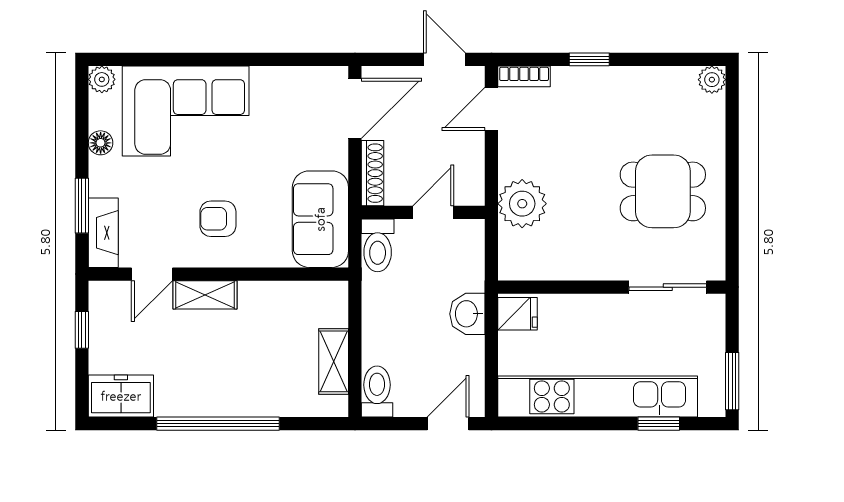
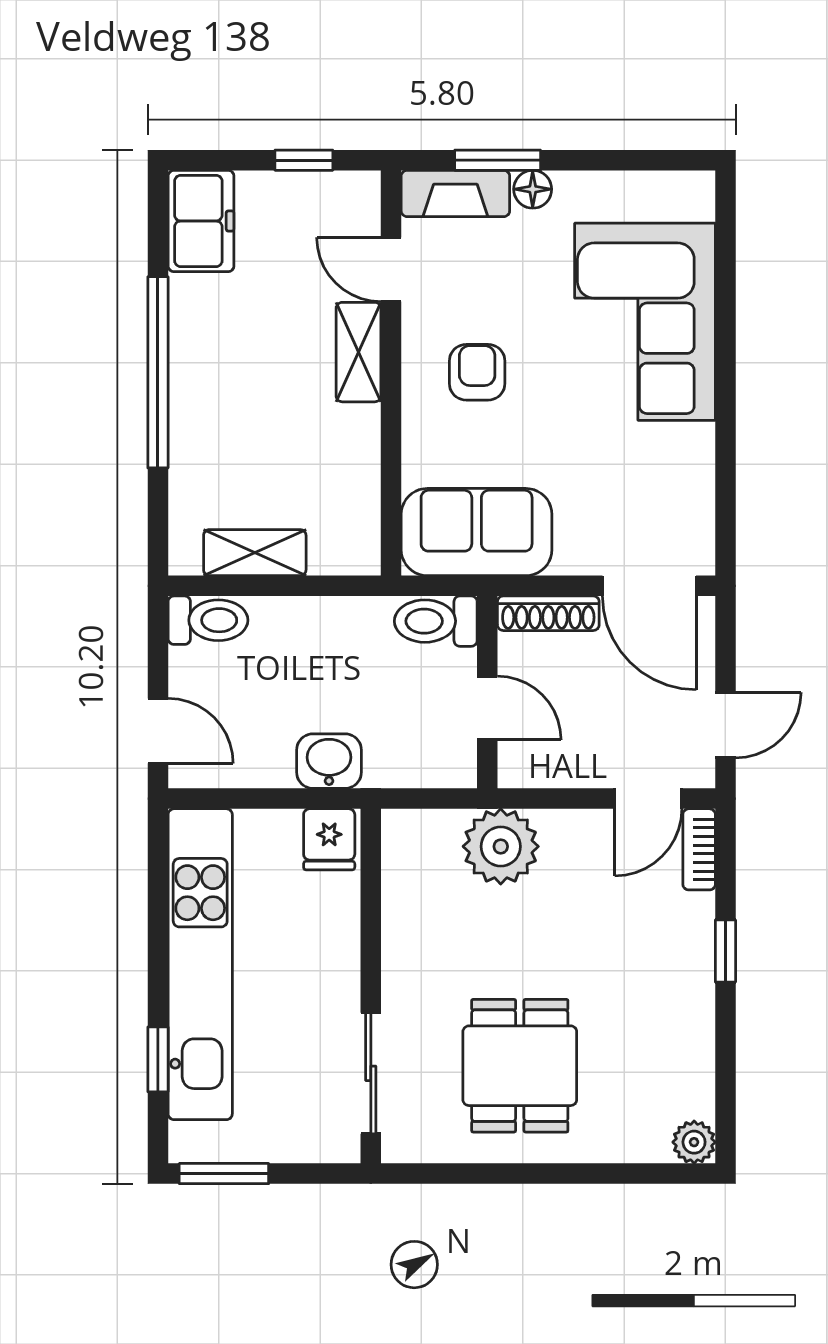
plant: (102, 79) -> (694, 191), removed
door: (491, 109) -> (648, 799), swing flipped
floor lamp: (101, 143) -> (533, 189), moved

